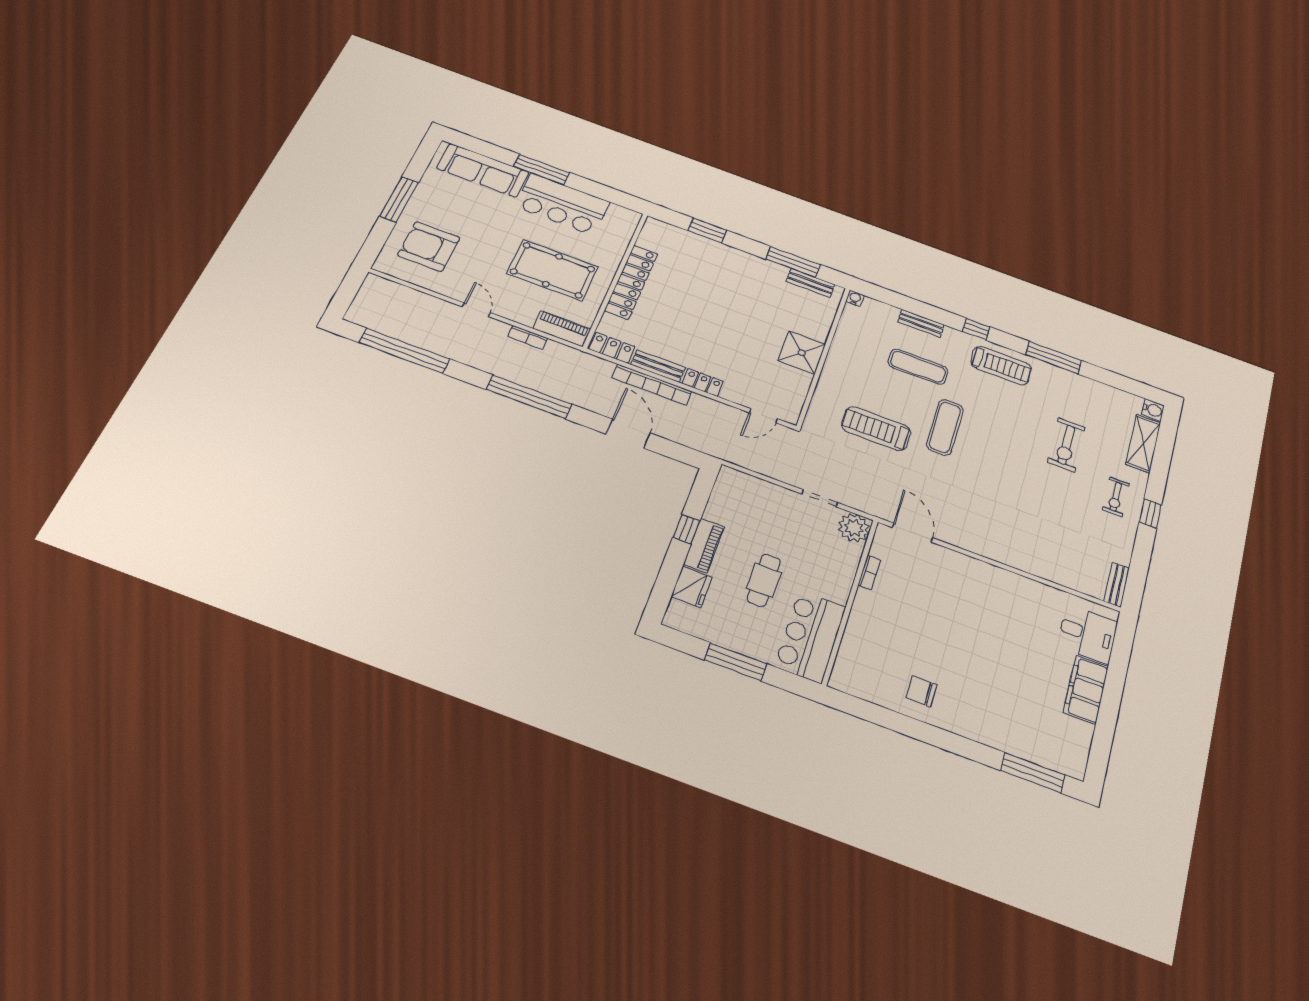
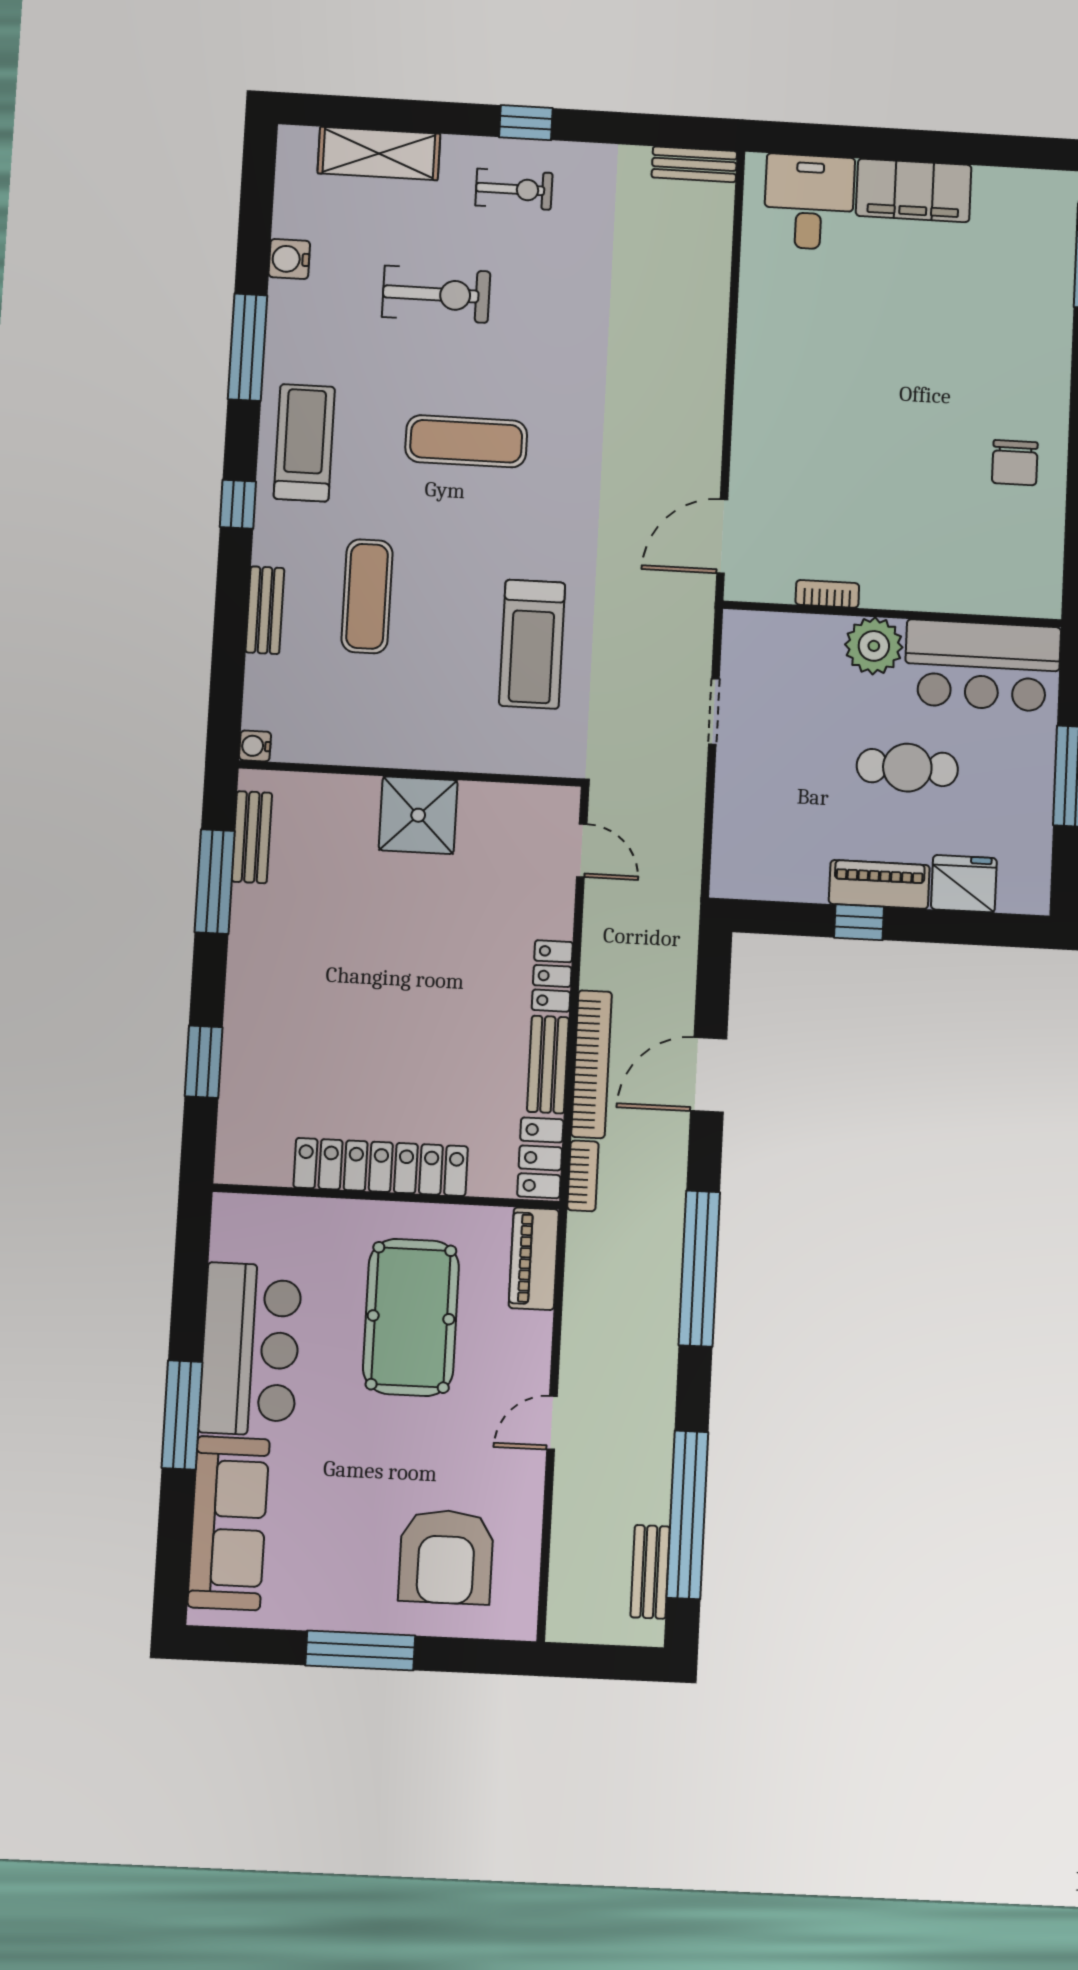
bench: (383, 326) -> (650, 1572), added
bookcase: (528, 337) -> (583, 1176), moved
water cooler: (1153, 410) -> (289, 259), moved, turned -90
exercise mat: (945, 427) -> (466, 441), moved
plant: (854, 528) -> (874, 646), moved

